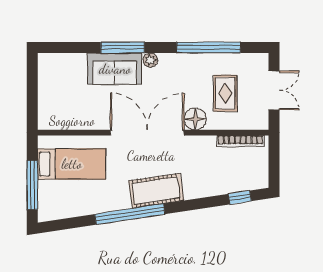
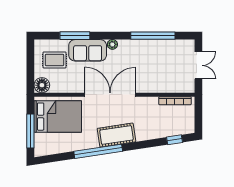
window: (123, 48) -> (75, 36), moved
rug: (225, 93) -> (54, 60), moved, turned 90
floor lamp: (195, 119) -> (42, 85), moved
bed: (72, 164) -> (58, 117), width x1.50

